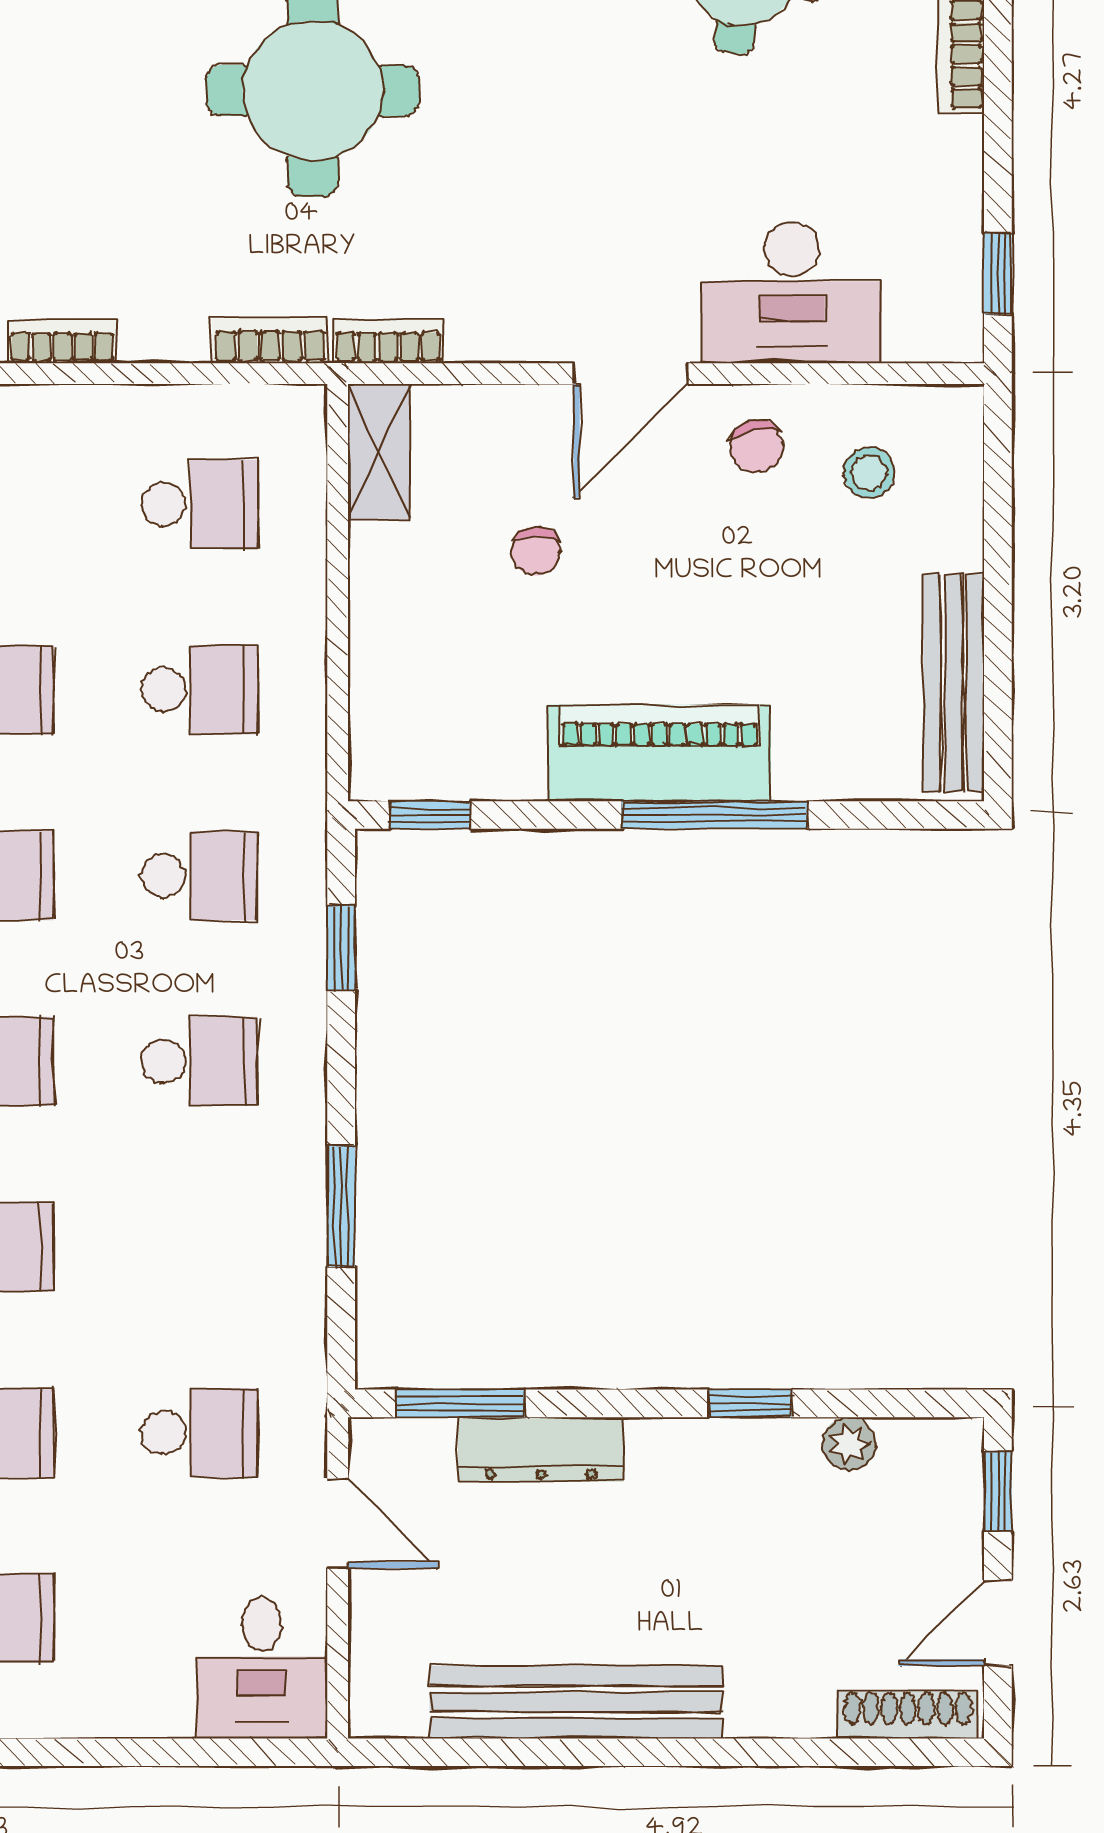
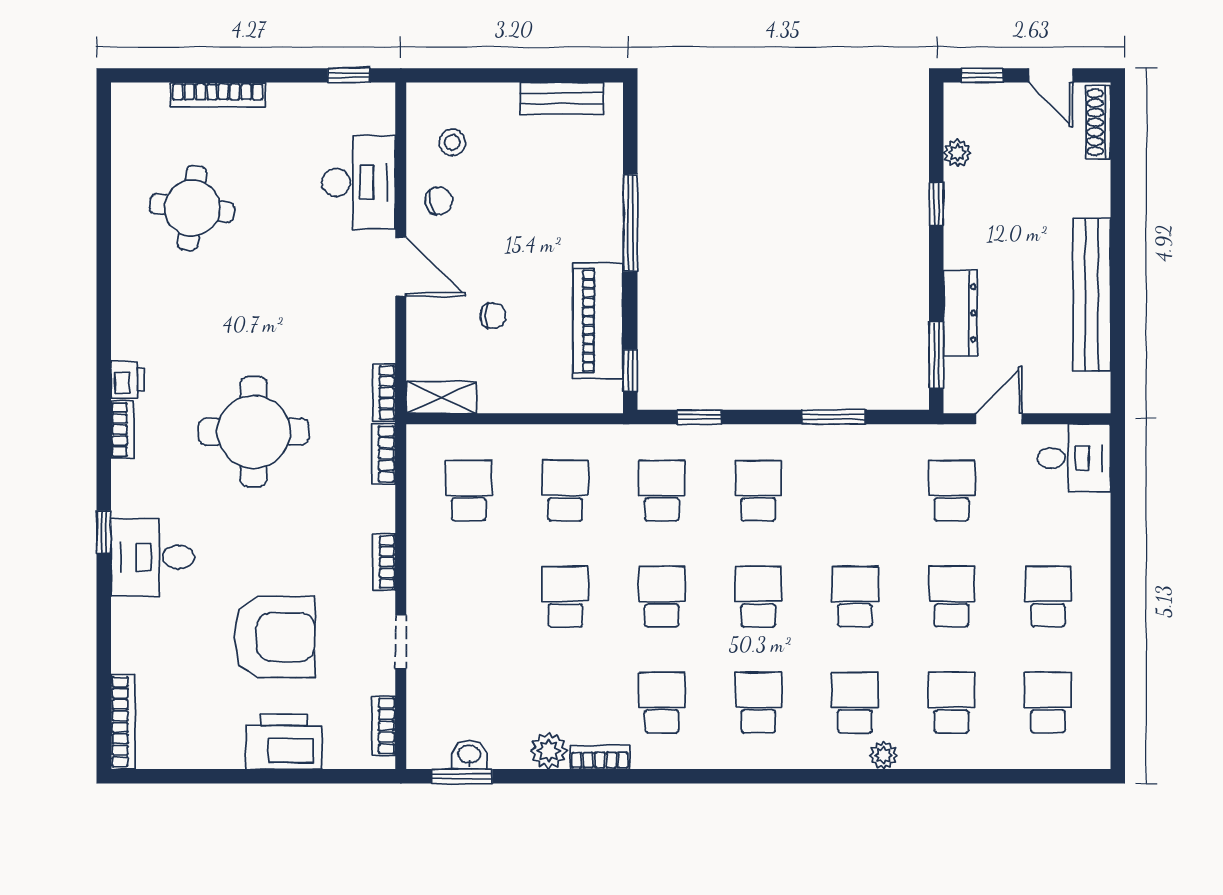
bench: (954, 683) -> (562, 98), width x0.73
piano: (659, 753) -> (598, 321), moved

